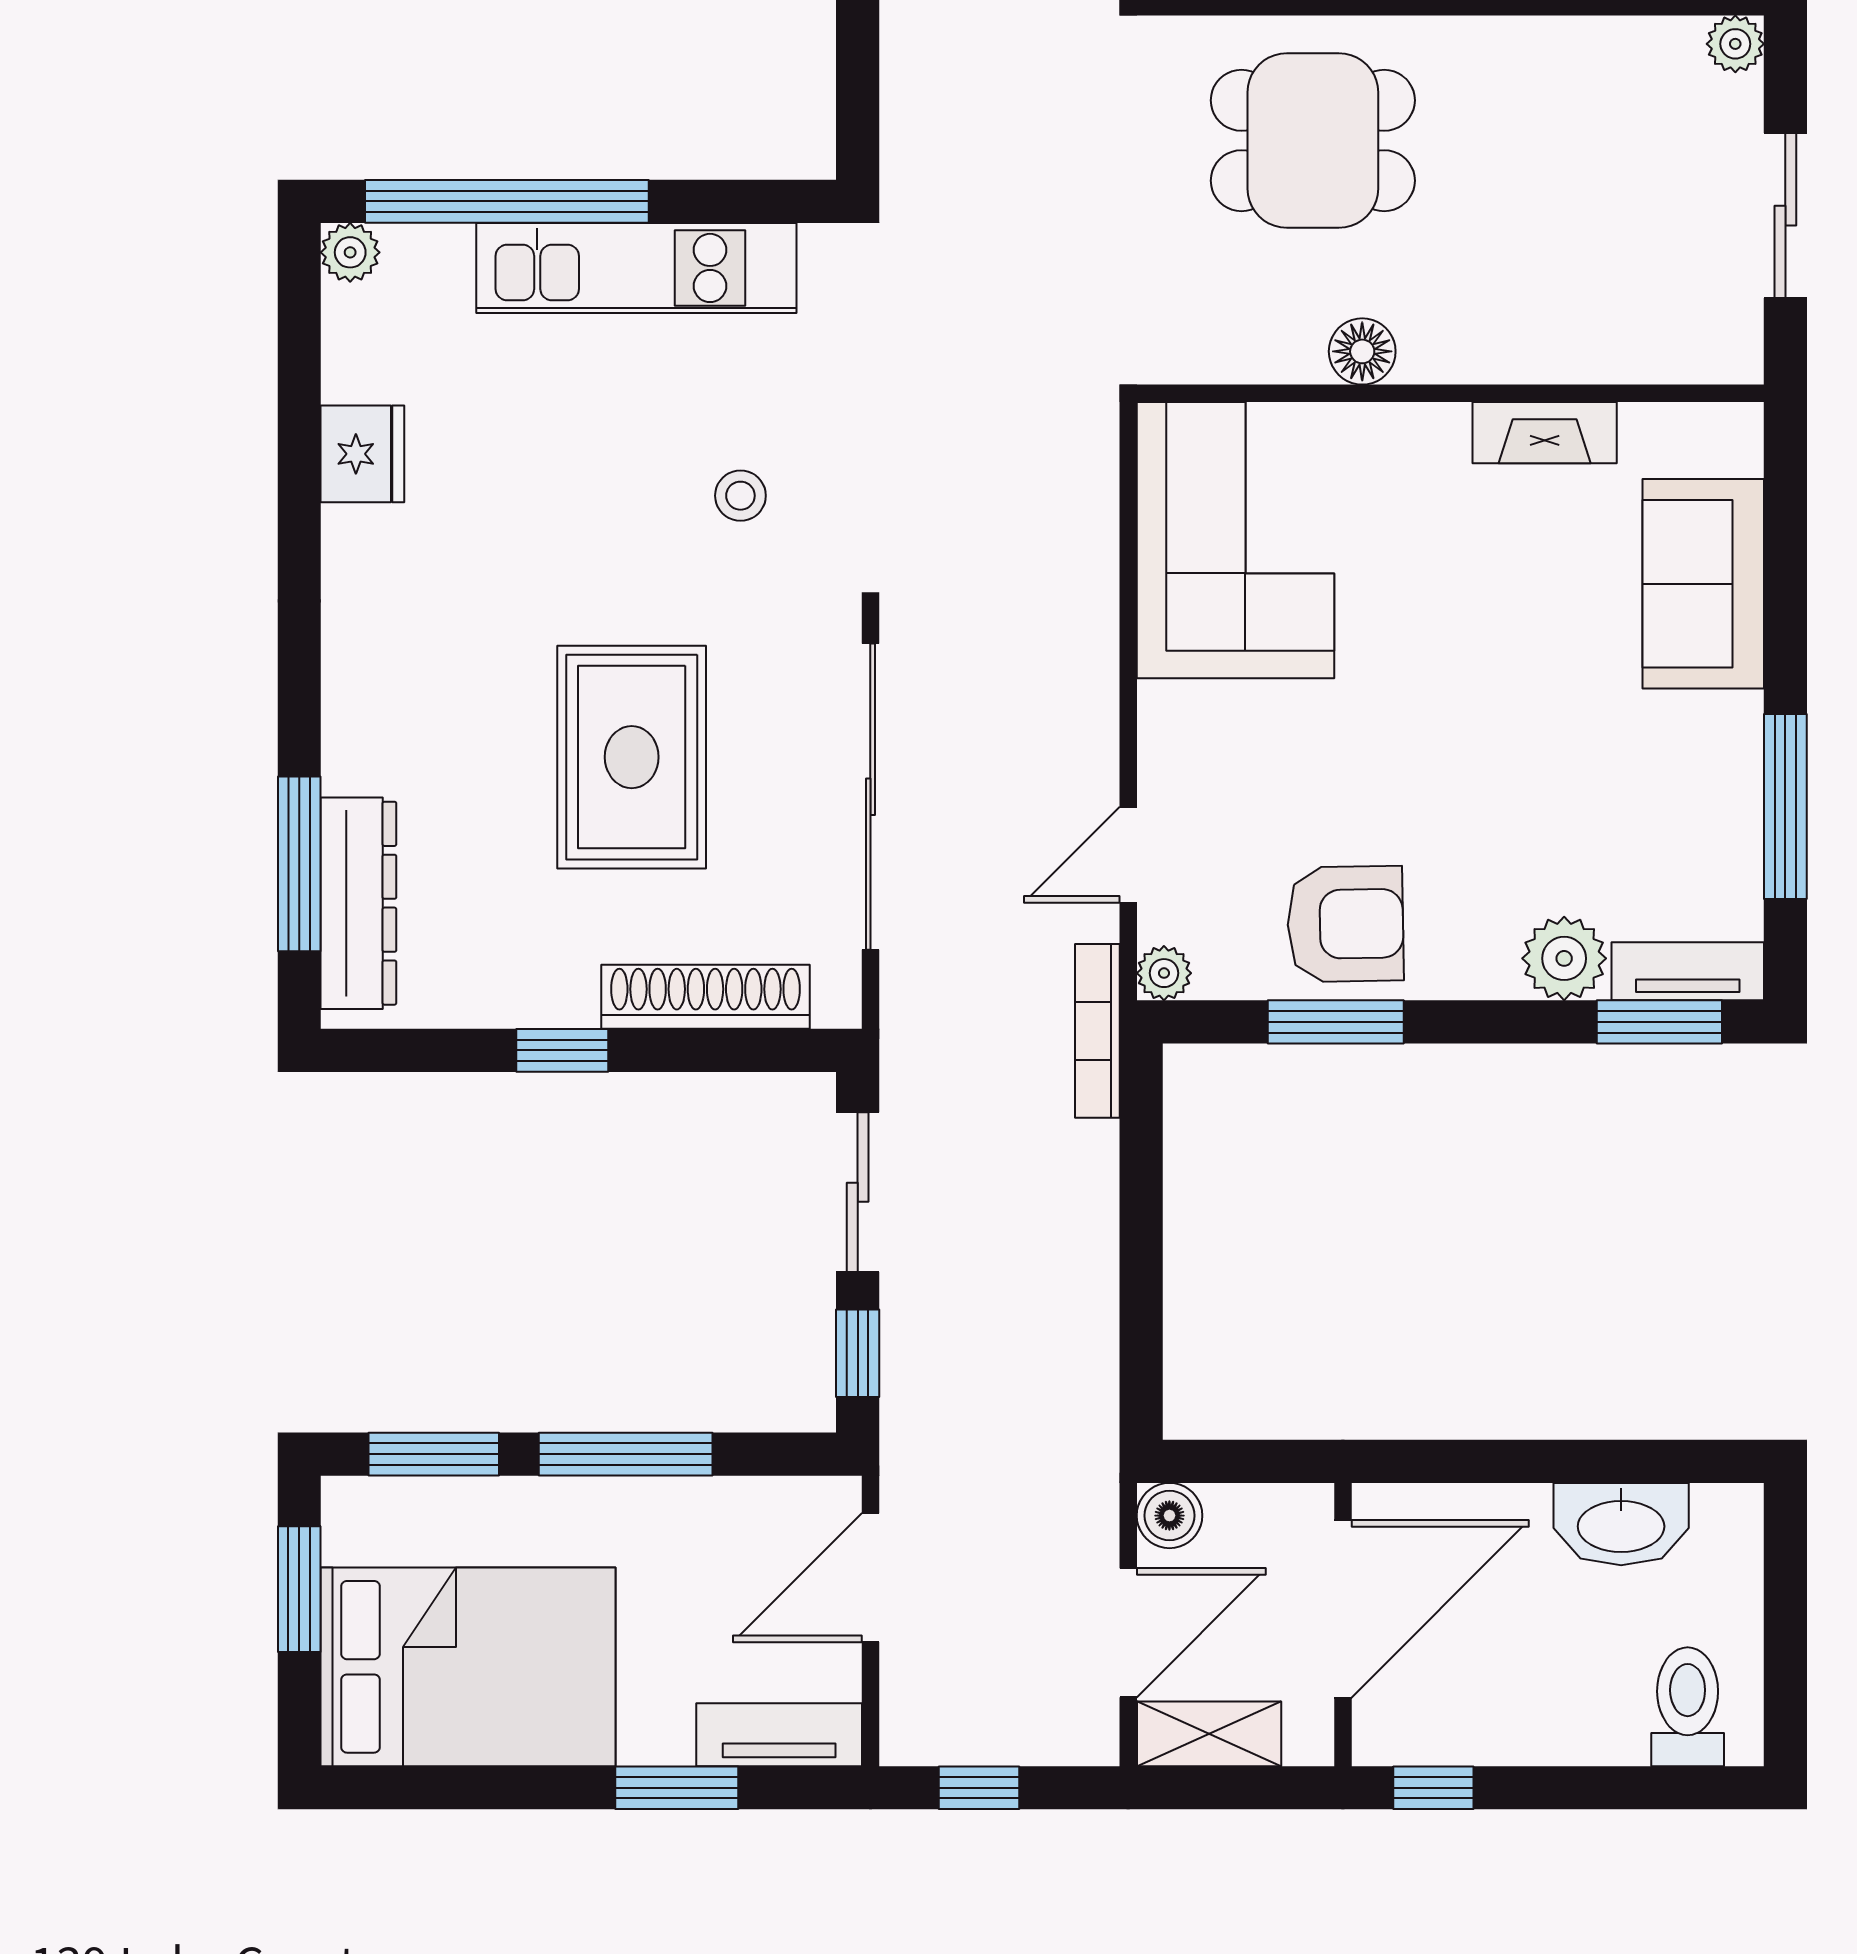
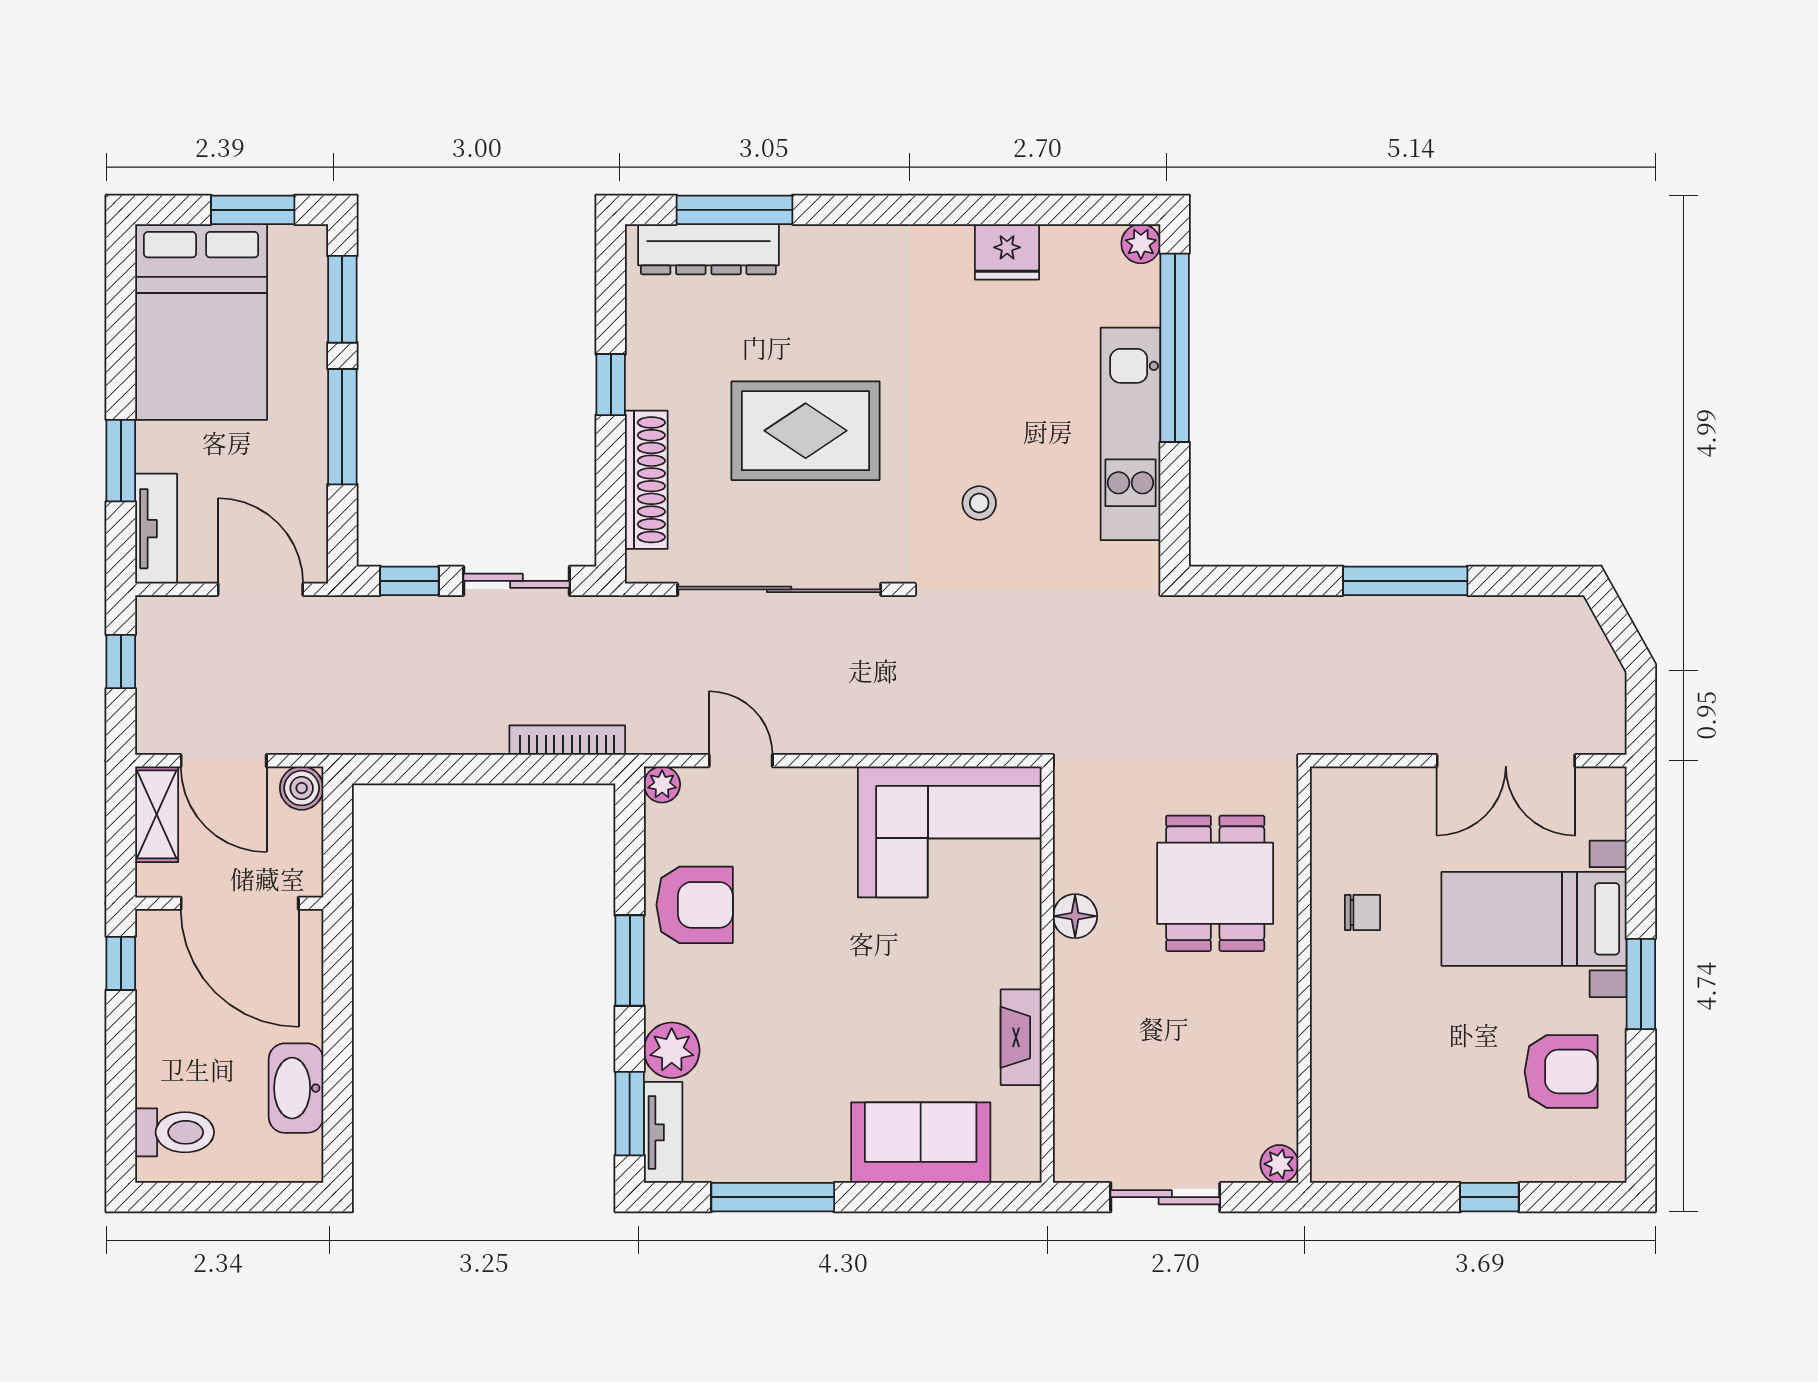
armchair: (1345, 924) -> (695, 905), turned -89
window: (1336, 1022) -> (630, 961), moved
bookcase: (1097, 1031) -> (567, 740), moved

